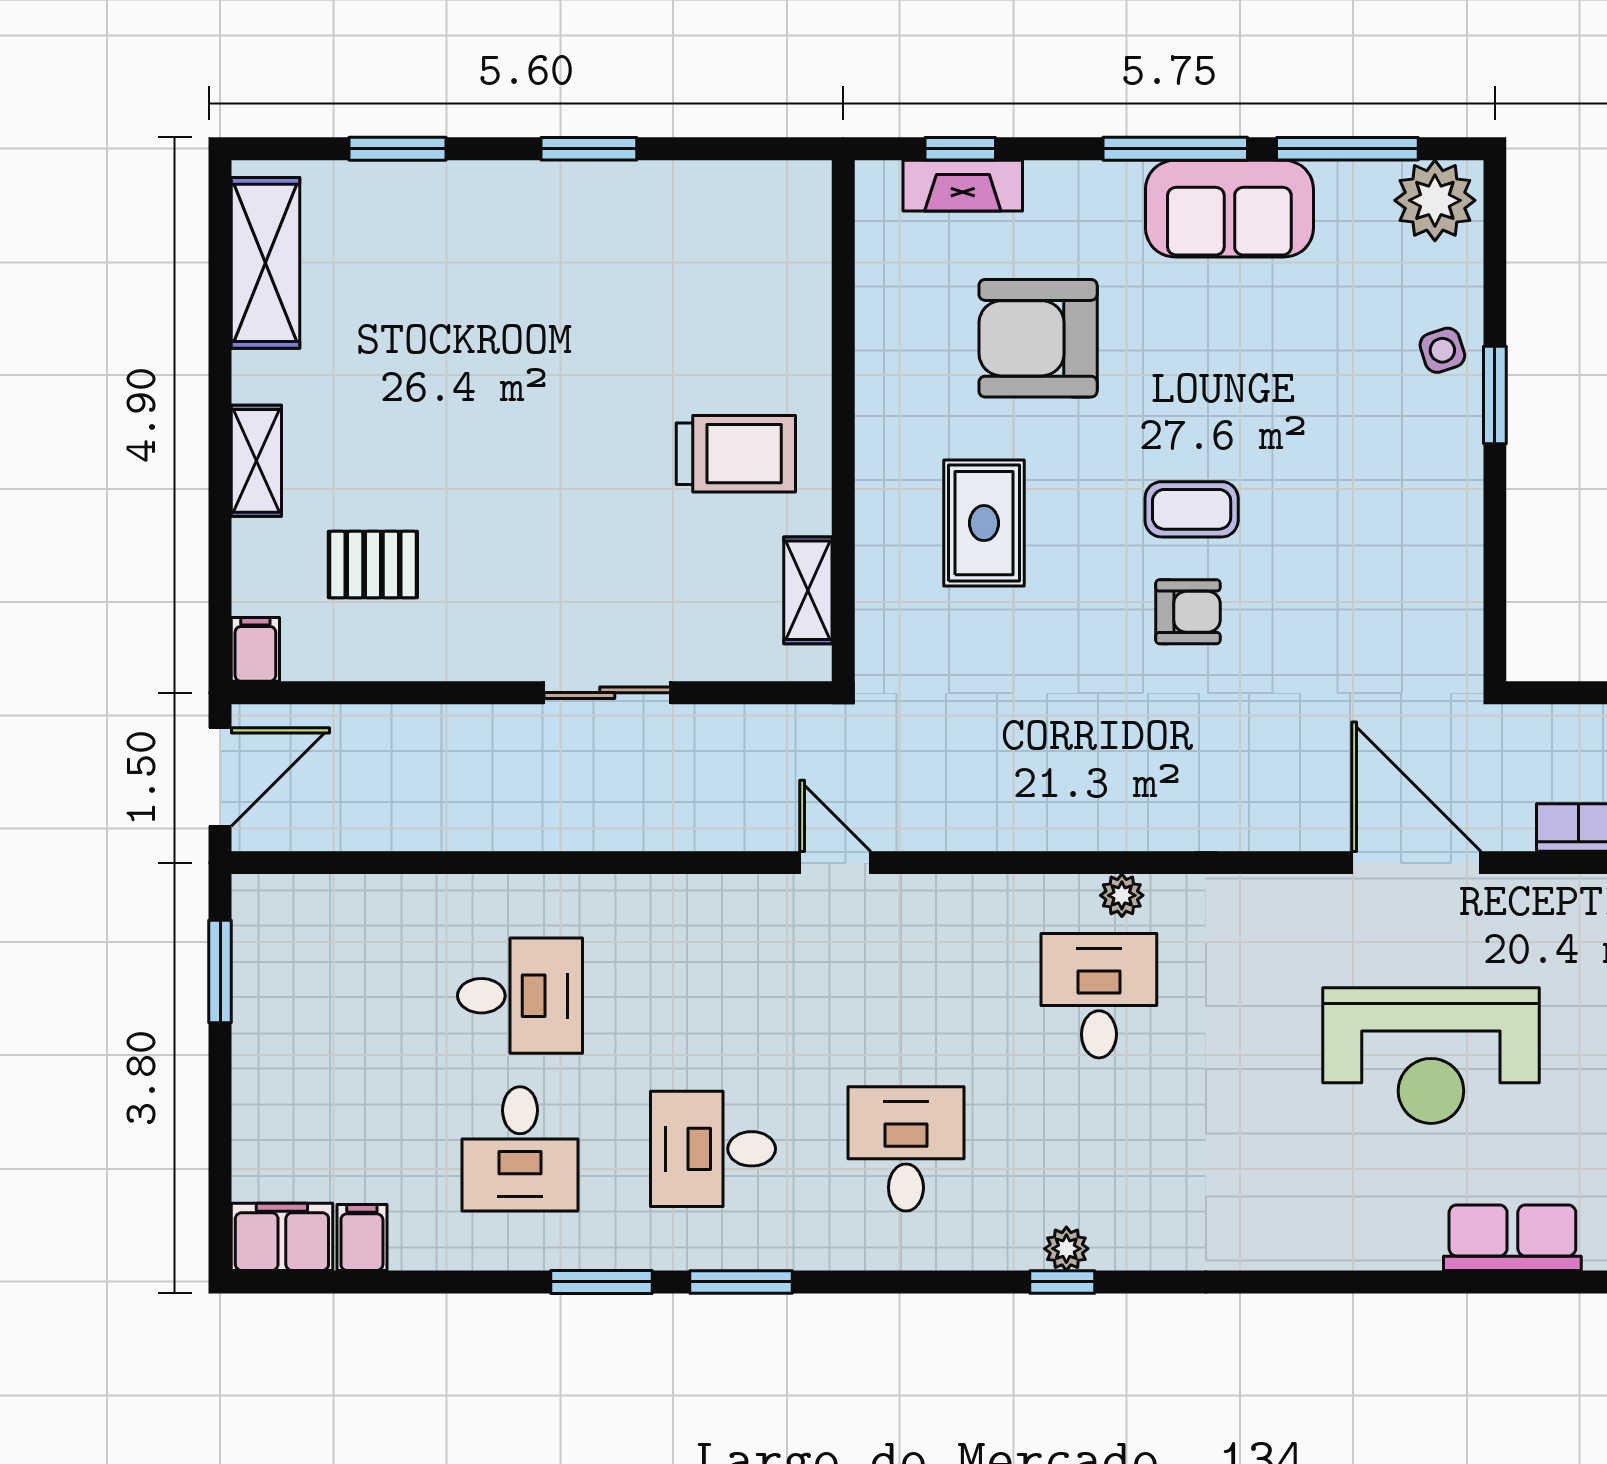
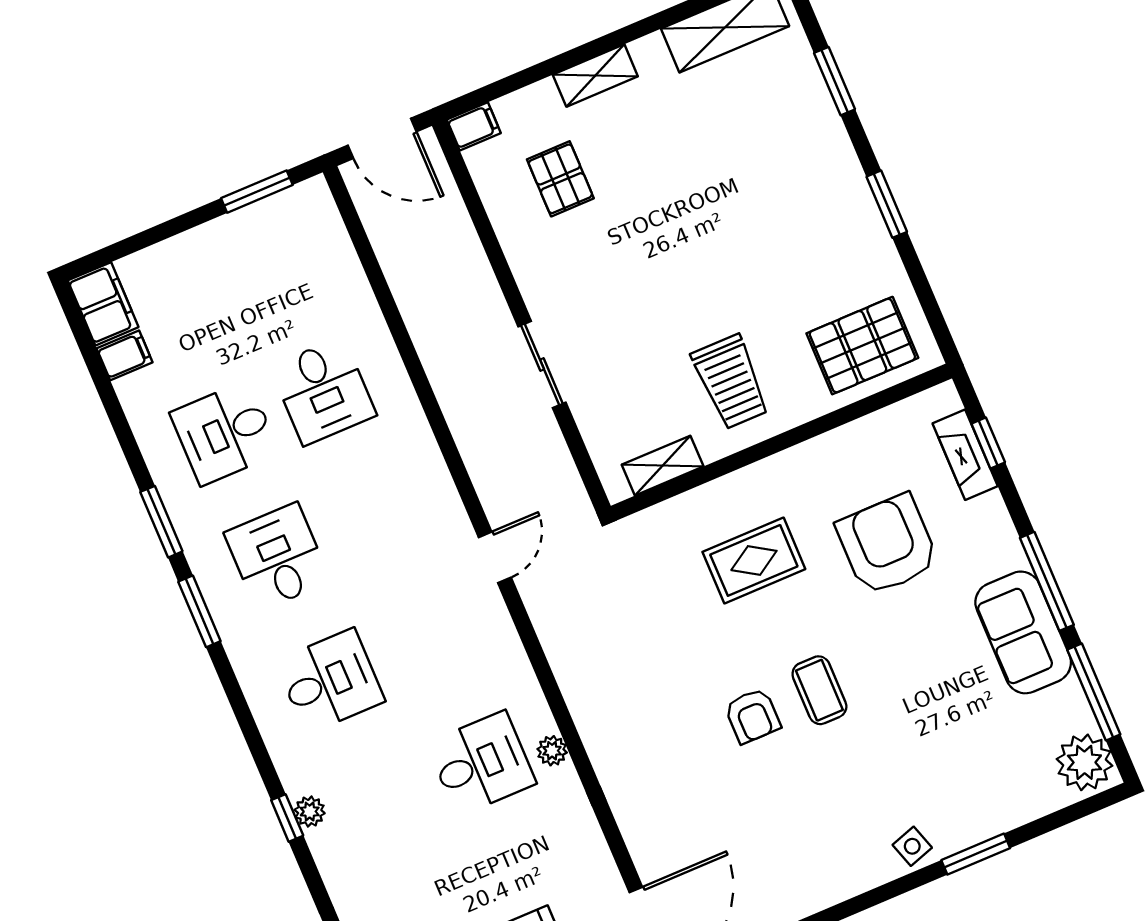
pallet: (762, 260) -> (862, 346), added
side table: (1442, 350) -> (912, 846), moved

